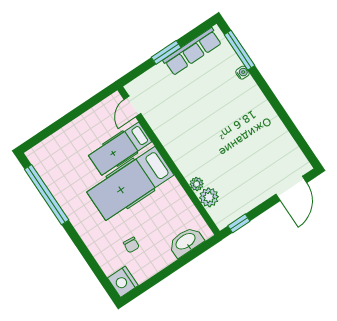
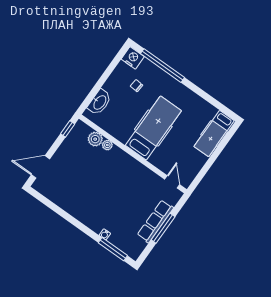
window: (166, 52) -> (163, 228), width x1.44
row of seats: (192, 52) -> (155, 221), moved
hospital bed: (120, 149) -> (214, 134), moved, turned 180
door: (291, 188) -> (41, 167), hinge flipped
window: (47, 195) -> (163, 66), moved

